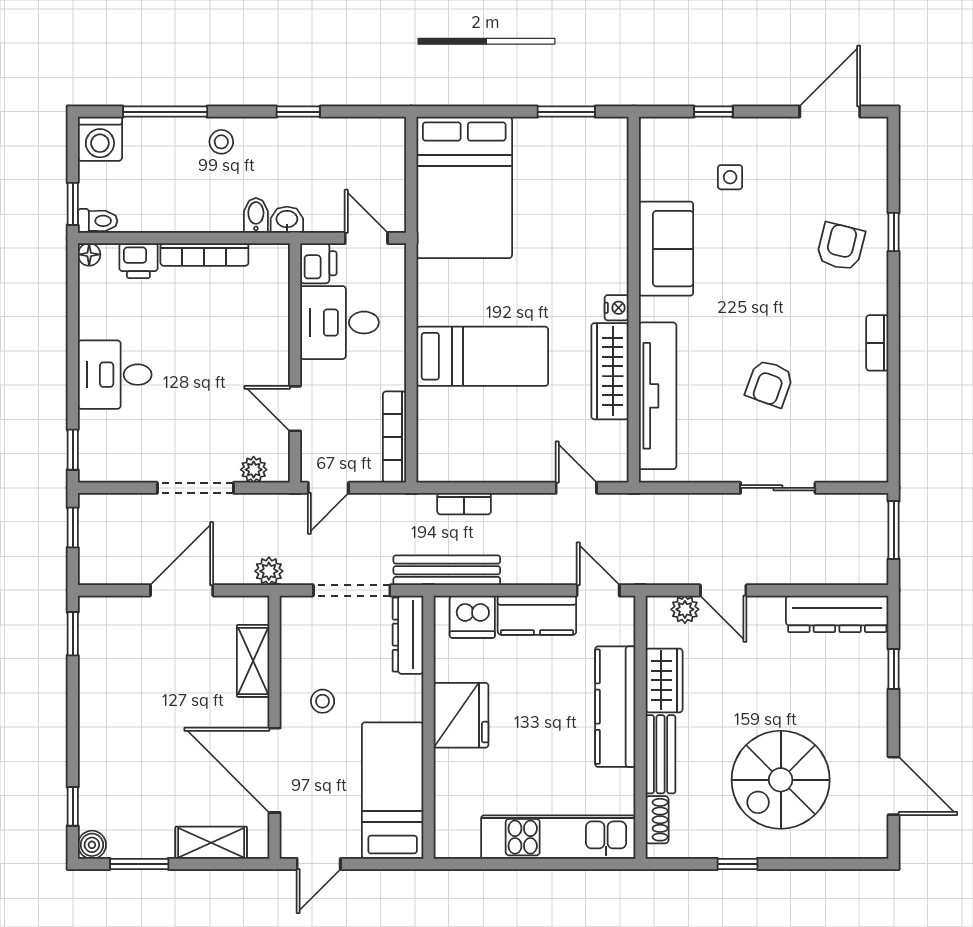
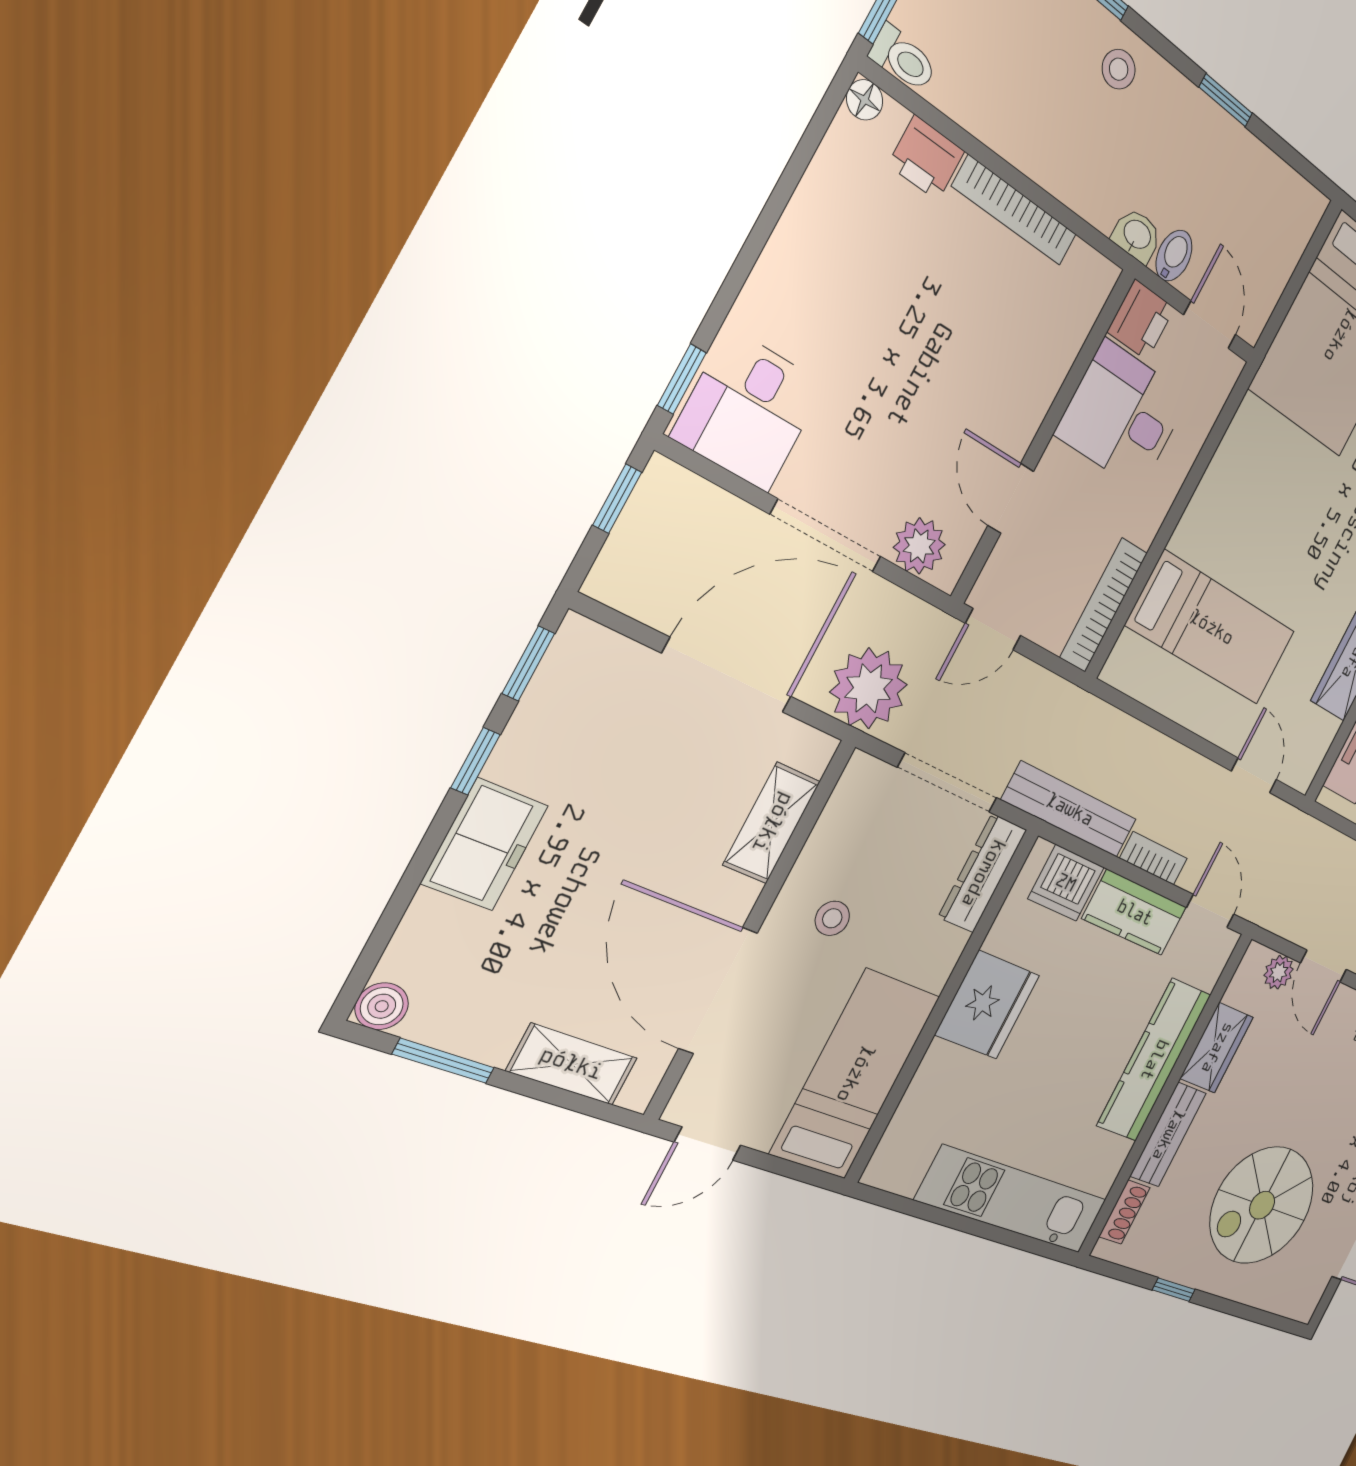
bidet: (256, 215) -> (1174, 256), moved
bed: (482, 356) -> (1212, 628), moved
desk: (115, 375) -> (749, 410), moved, turned -90
plant: (254, 470) -> (919, 546), width x1.38, depth x1.38
bookcase: (464, 504) -> (1154, 858), moved, turned 180
plant: (269, 571) -> (869, 688), width x1.88, depth x1.88
door: (182, 590) -> (728, 675), width x1.36
freezer: (100, 738) -> (485, 844), added
window: (73, 806) -> (476, 761), moved

